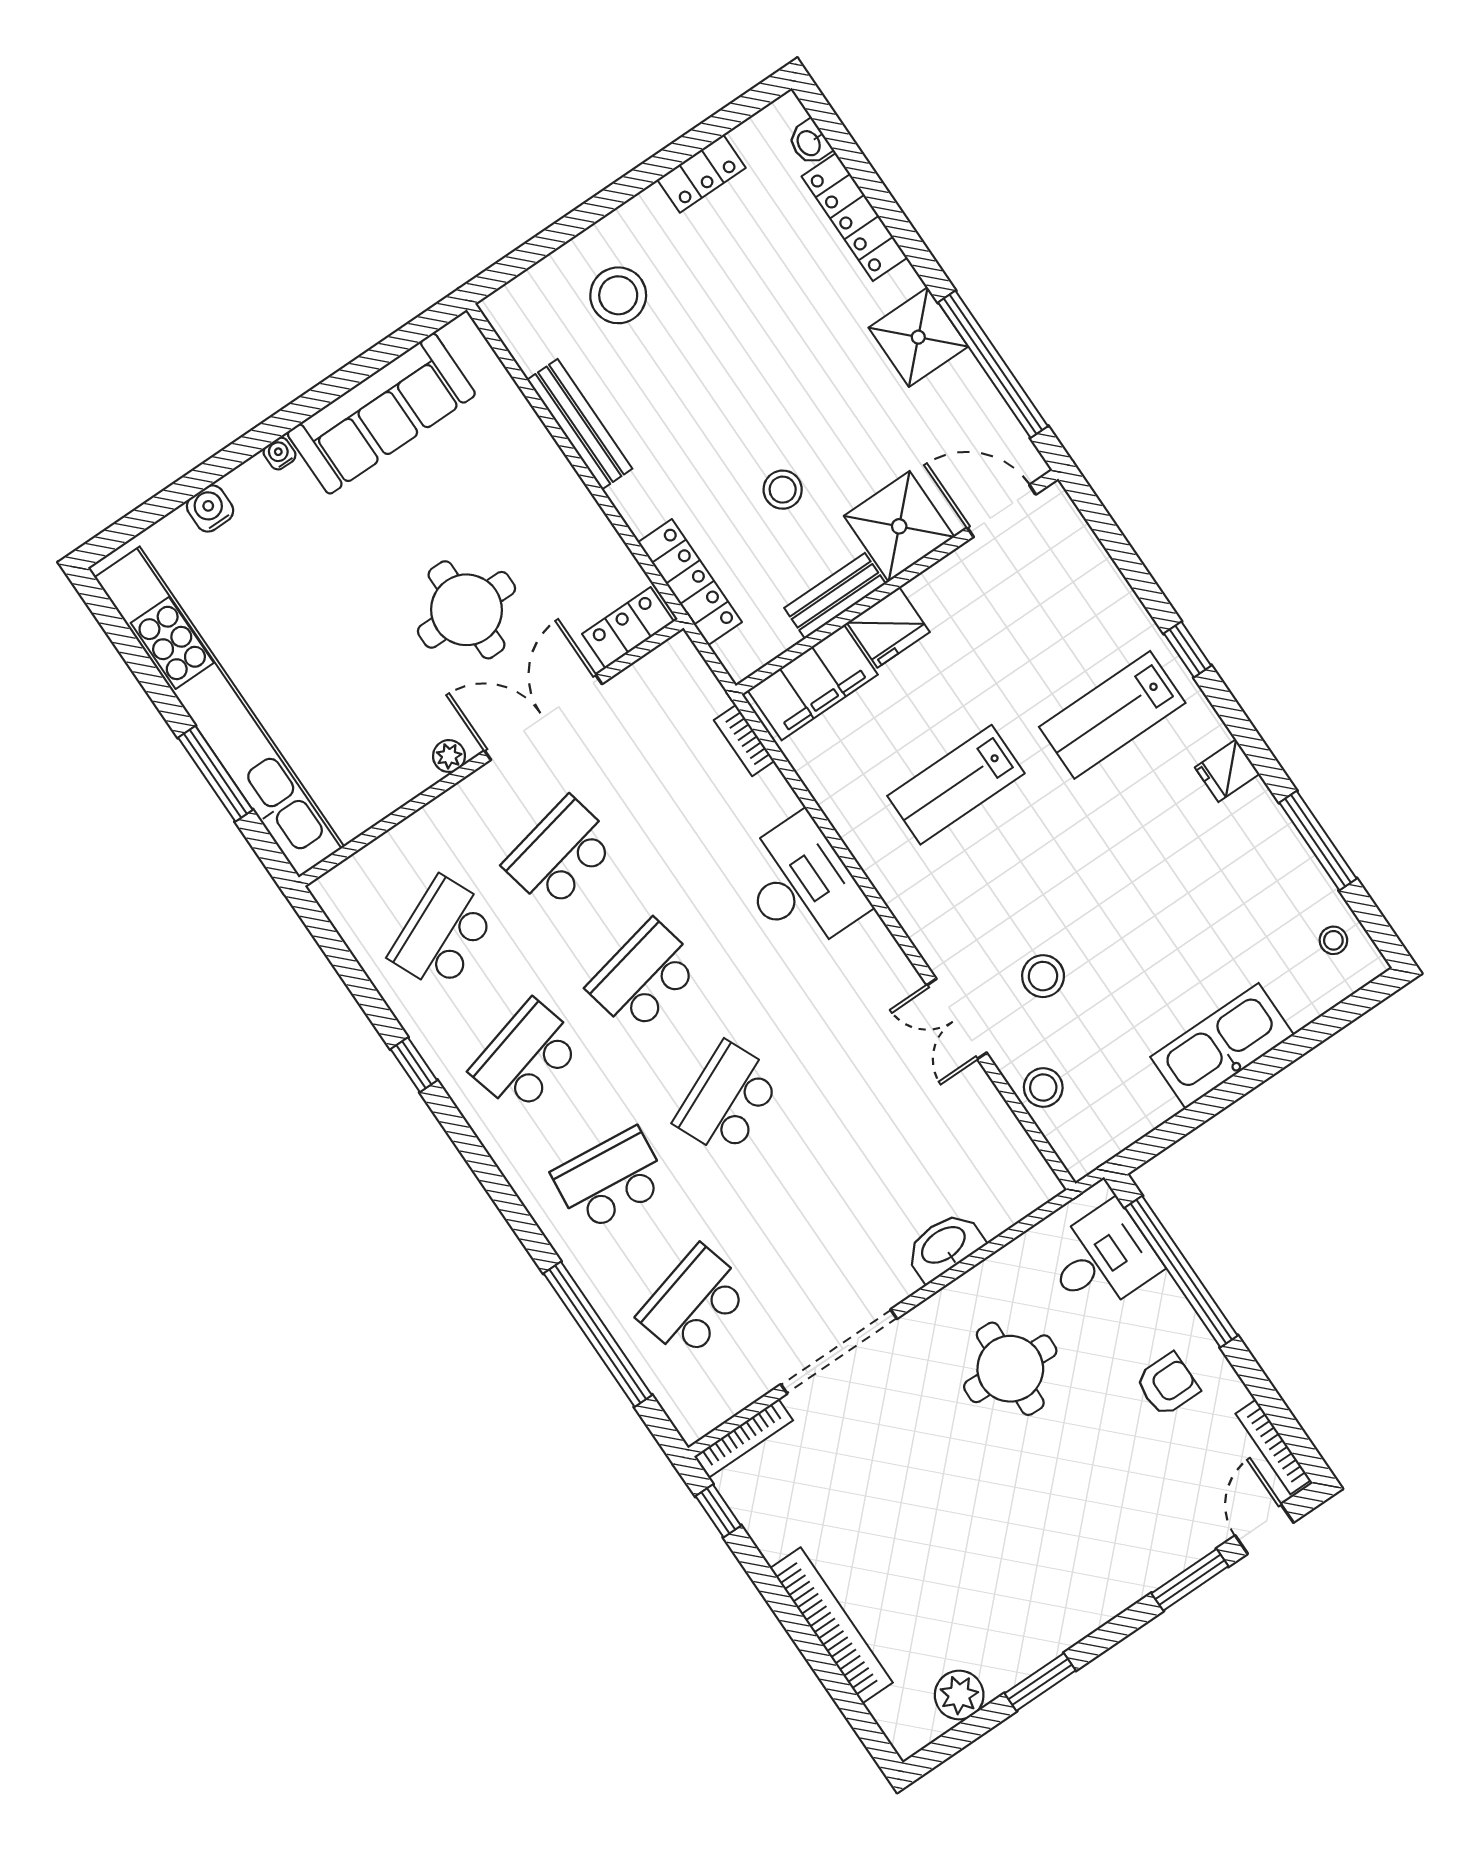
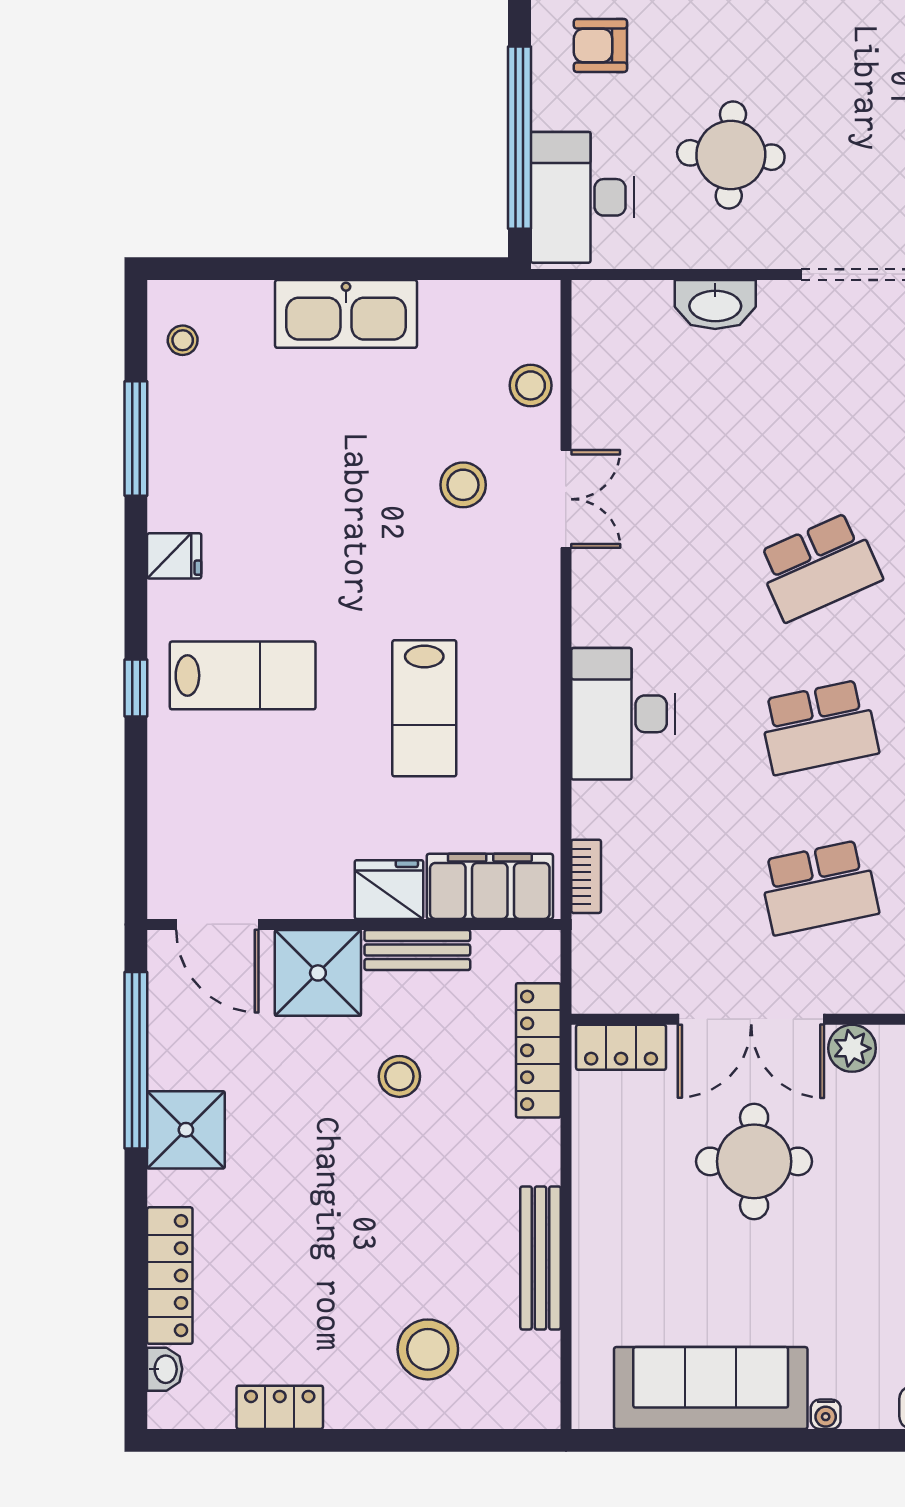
plant: (449, 756) -> (852, 1048), width x1.38, depth x1.38
lab bench: (956, 785) -> (424, 708), turned 90
desk: (1102, 1259) -> (582, 197), width x1.37

